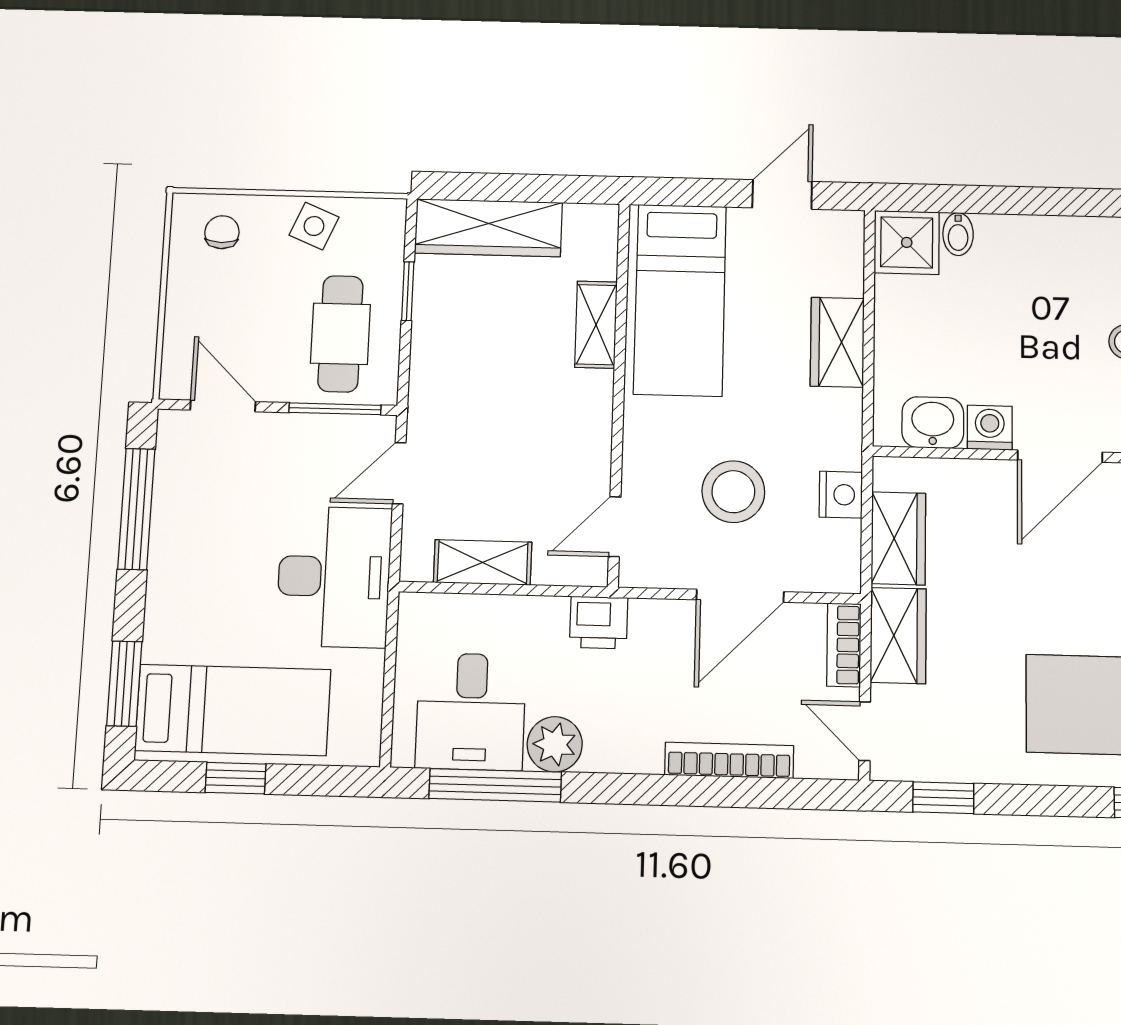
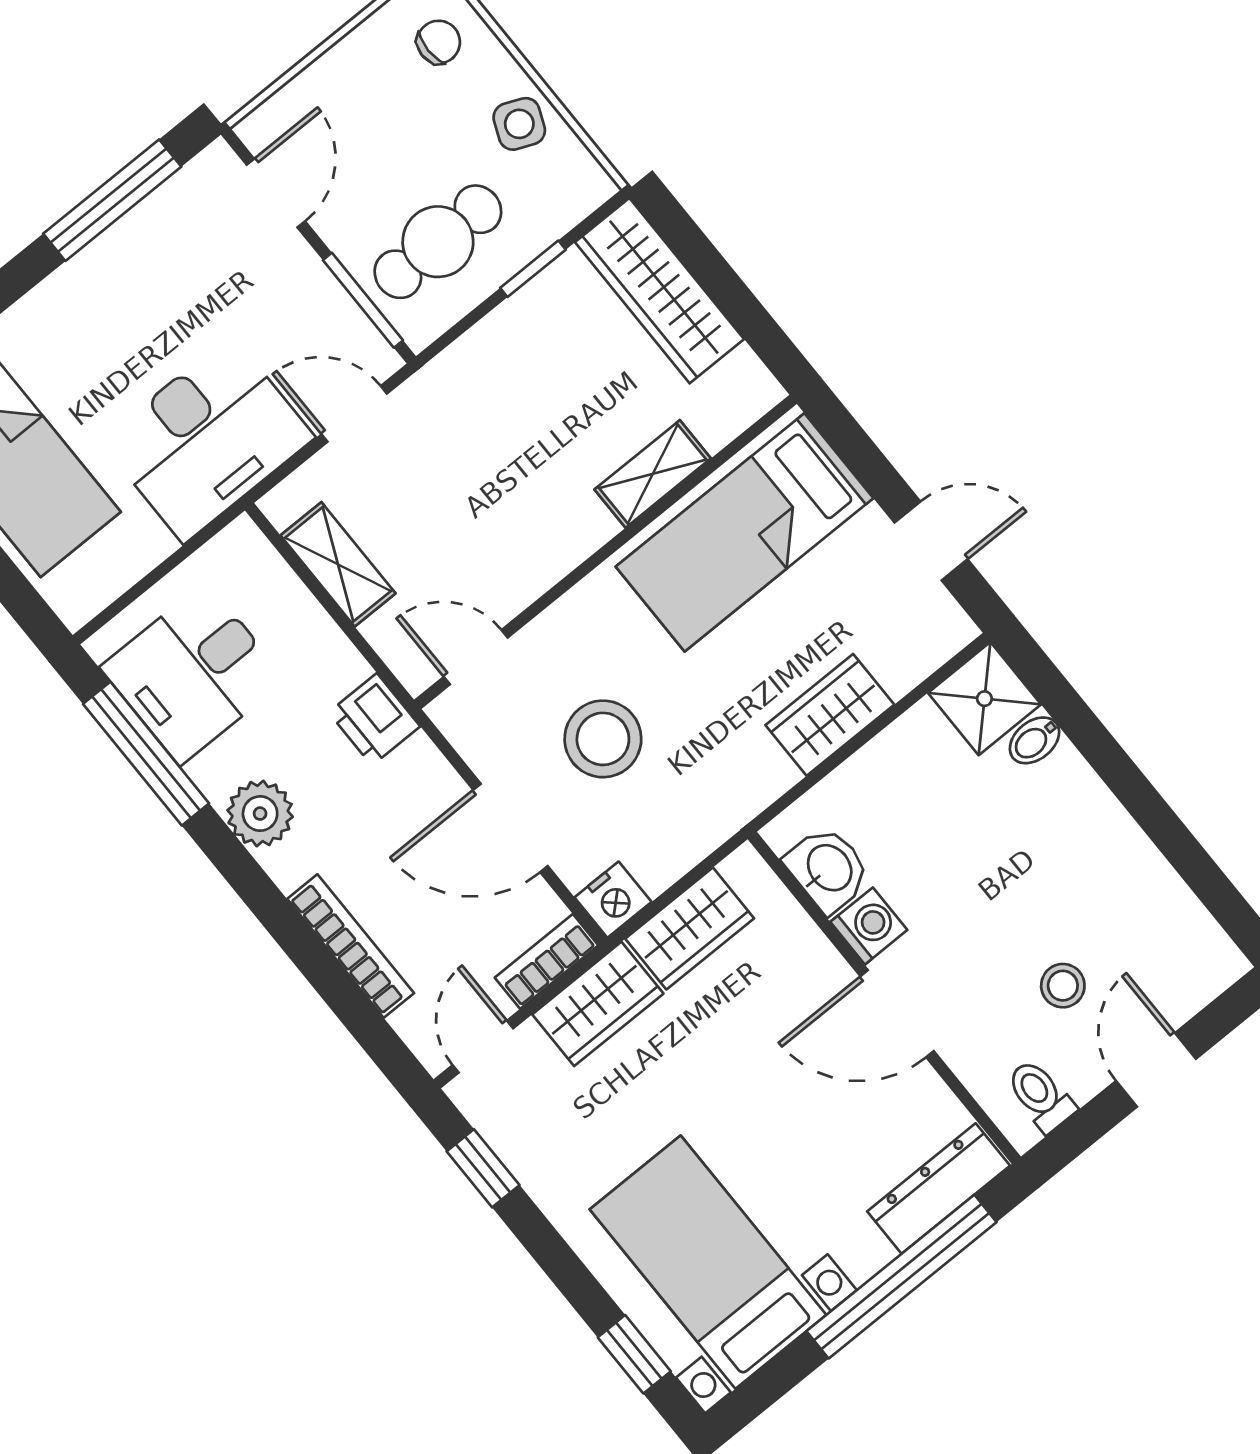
nightstand: (841, 495) -> (613, 900), moved
plant: (555, 744) -> (260, 814), moved

